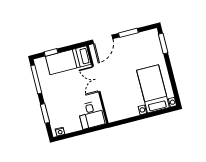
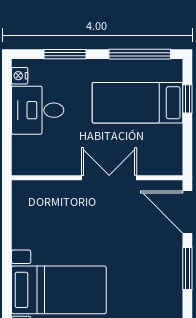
bed: (68, 60) -> (137, 103), moved, turned -90
desk: (91, 115) -> (38, 110), moved

